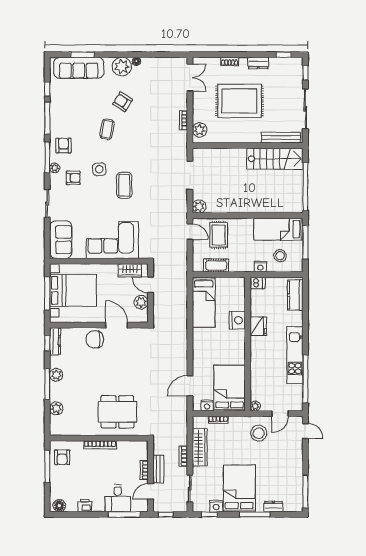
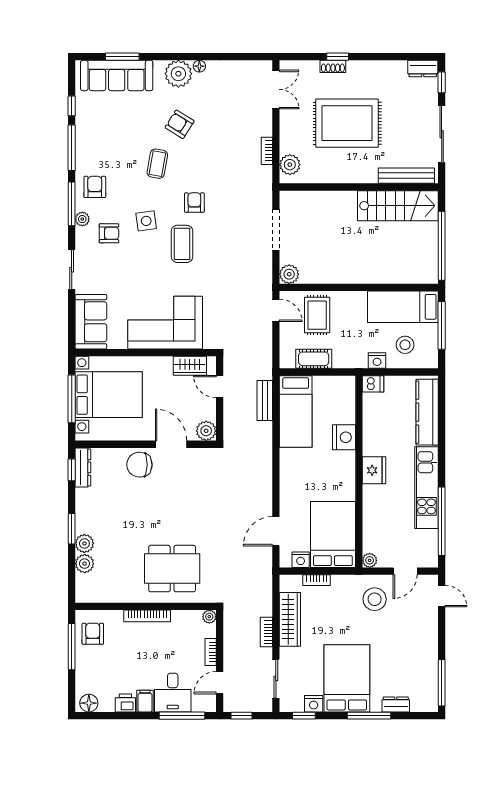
window: (284, 55) -> (338, 57), moved
dresser: (258, 63) -> (423, 68), moved
armchair: (133, 156) -> (194, 203), added
kitchen counter: (295, 295) -> (427, 412), width x1.50
plant: (141, 302) -> (206, 431), moved
fridge: (258, 326) -> (374, 470), moved
plant: (56, 375) -> (84, 543), moved
window: (47, 384) -> (72, 529), width x0.69
plant: (143, 445) -> (209, 617), added
armchair: (62, 457) -> (93, 634), turned 180
bench: (158, 469) -> (265, 400), moved
filing cabinet: (98, 504) -> (145, 701), added

